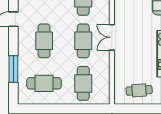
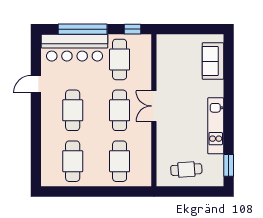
window: (13, 69) -> (36, 144), removed
cafe table: (44, 83) -> (73, 161), turned 90

